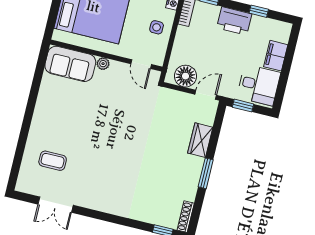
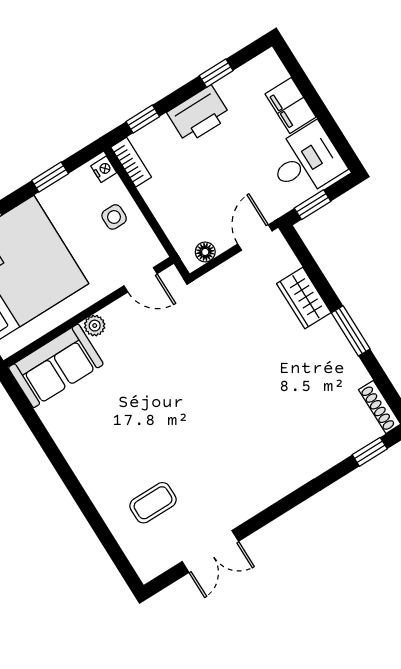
floor lamp: (185, 76) -> (205, 252), width x0.53, depth x0.53

